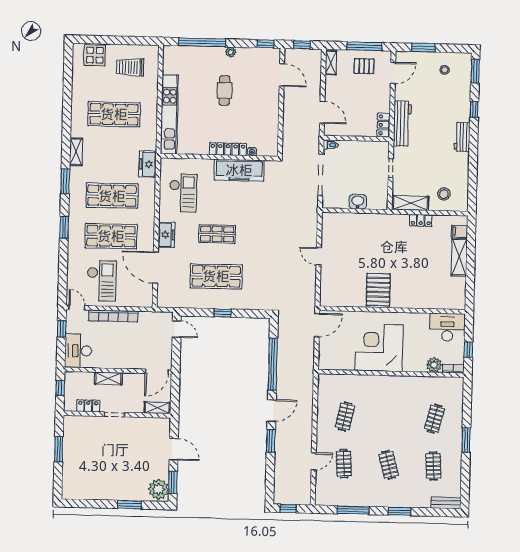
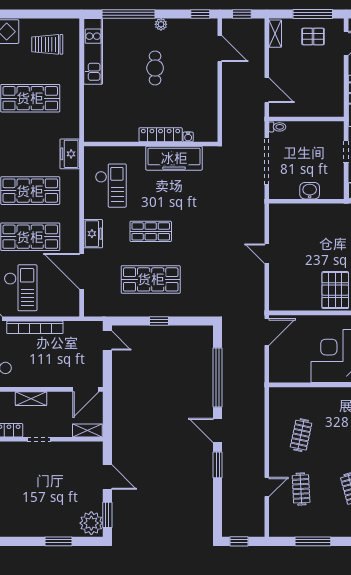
kitchen unit: (169, 114) -> (93, 51), moved, width x0.73
locker: (384, 125) -> (337, 103), removed
door: (272, 410) -> (218, 430), swing flipped

